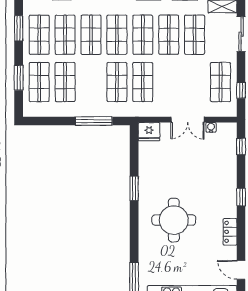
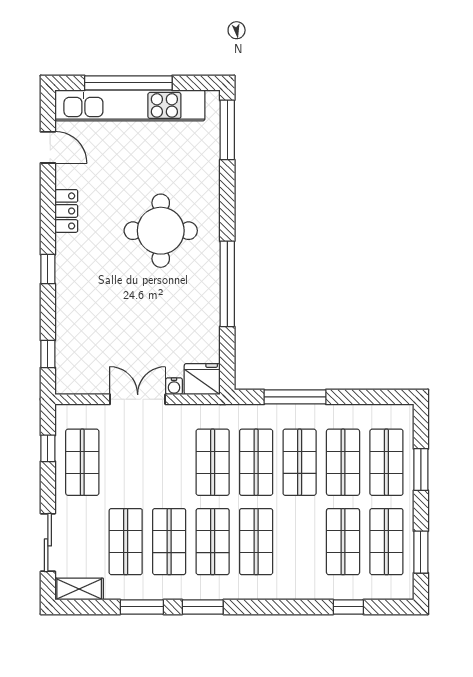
shop shelf: (91, 35) -> (300, 462), moved
water cooler: (211, 127) -> (174, 386), moved
window: (134, 188) -> (227, 284), width x2.11

